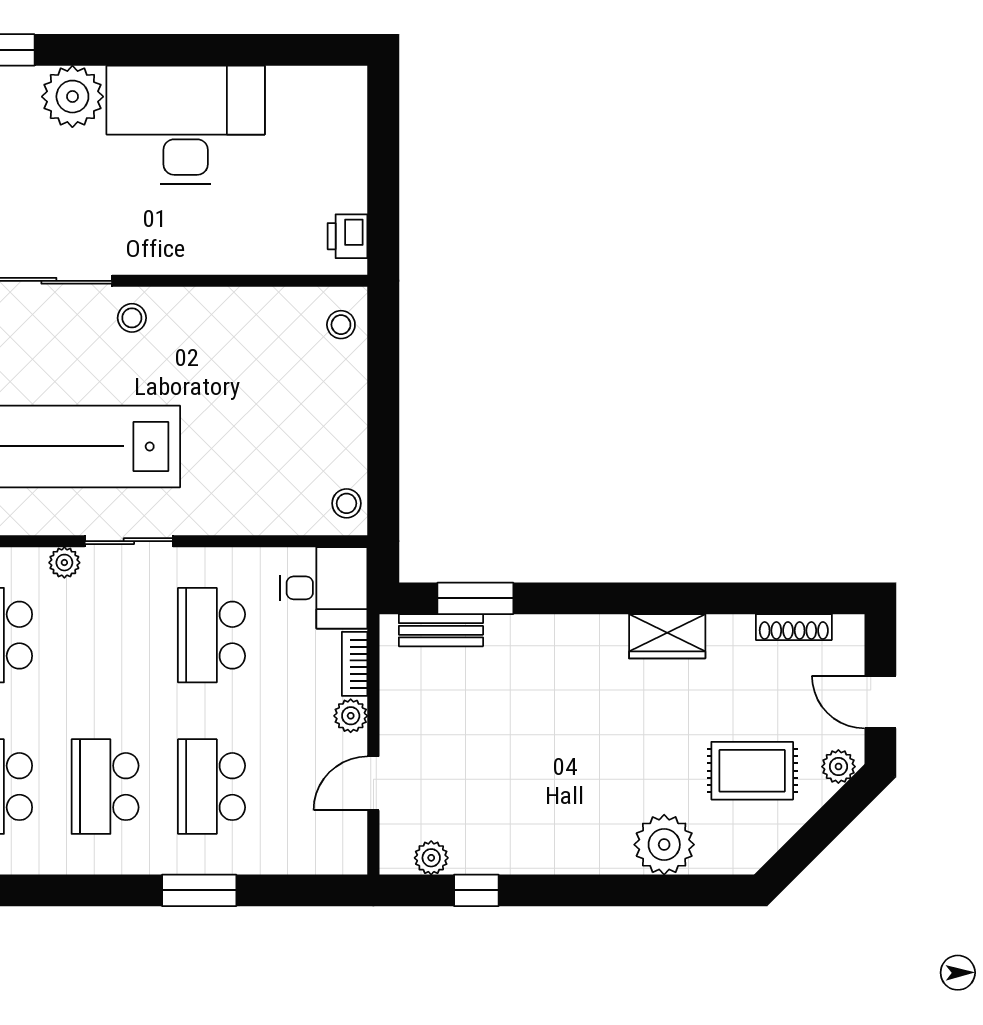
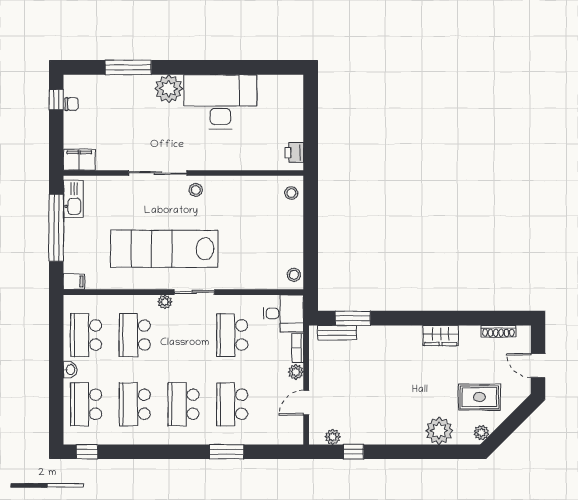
plant: (838, 767) -> (481, 433), moved

